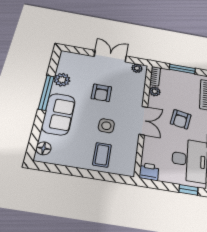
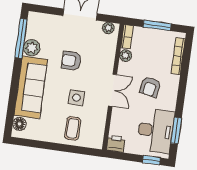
window: (46, 93) -> (21, 38), moved
armchair: (101, 93) -> (71, 61), turned 90
sofa: (59, 114) -> (31, 87), width x1.36

